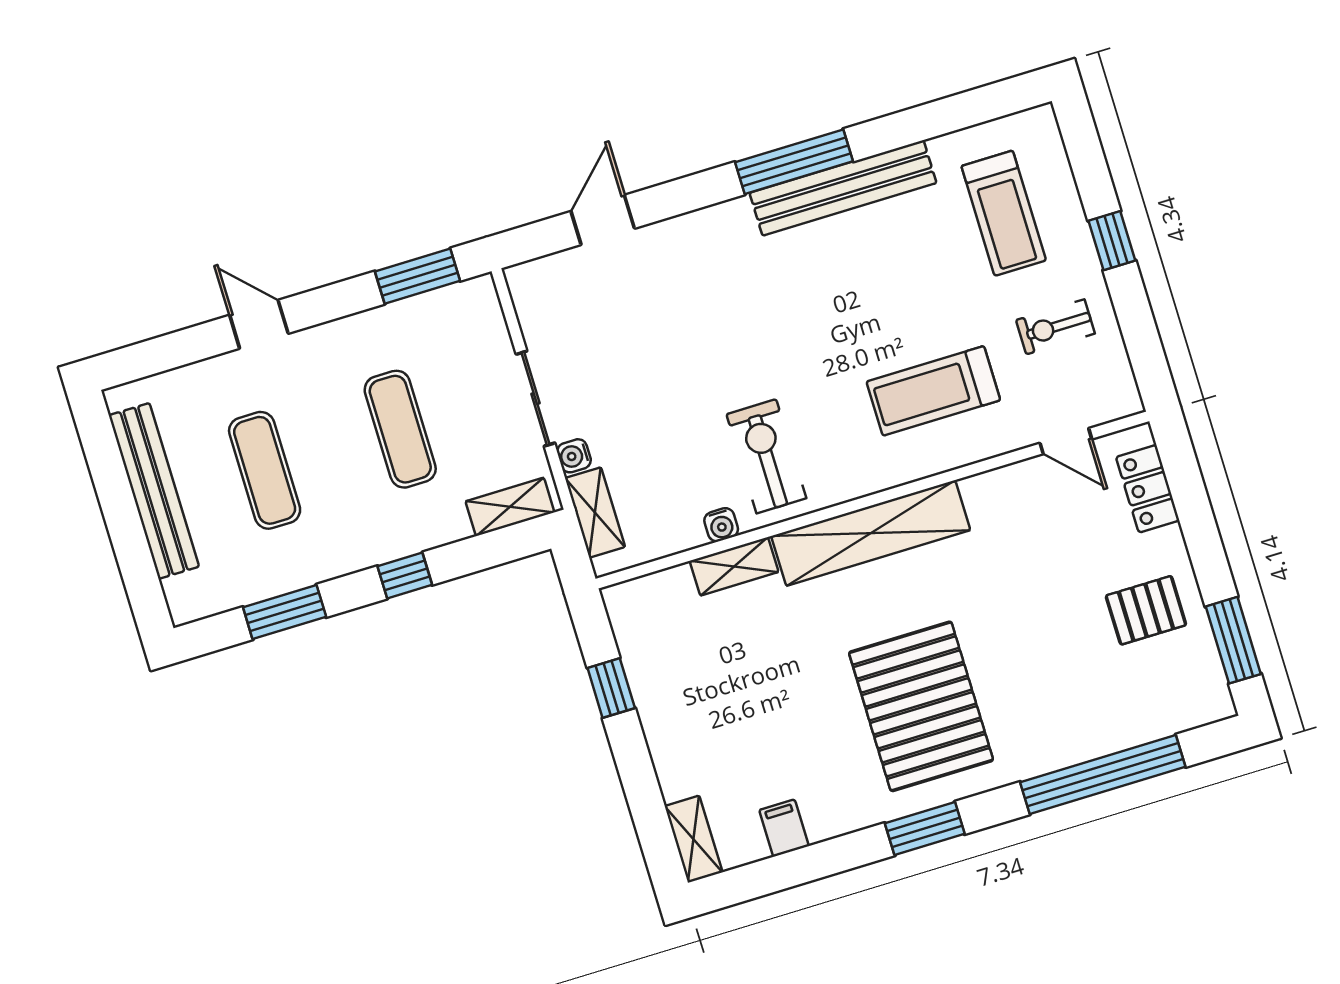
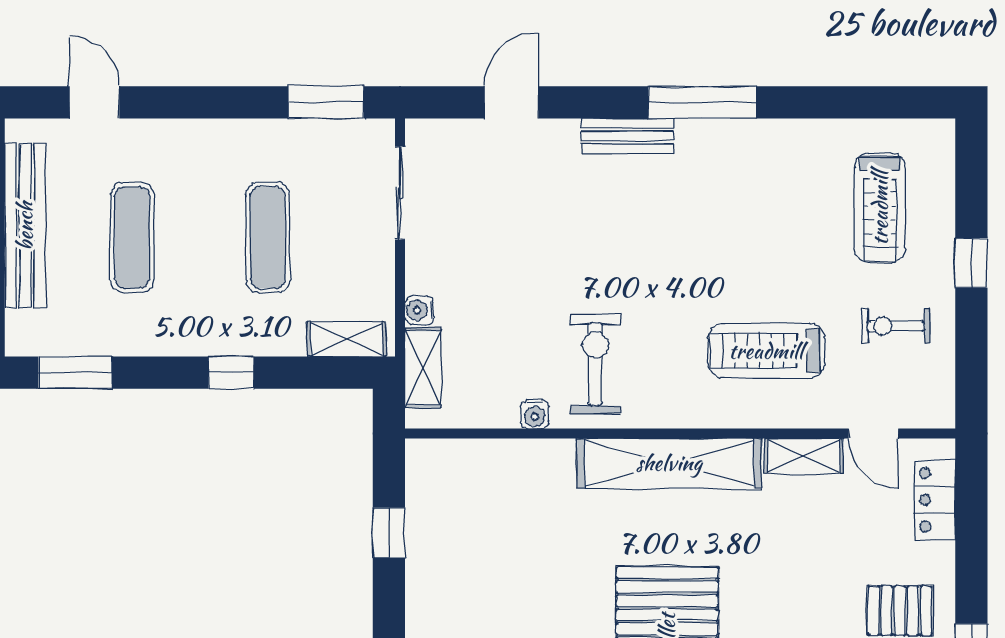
bench: (843, 188) -> (628, 136), moved, width x0.54, depth x0.82
door: (259, 324) -> (95, 102), moved
sliding door: (535, 399) -> (400, 193), moved
shelving: (734, 566) -> (804, 456), moved
window: (285, 612) -> (75, 373), moved

